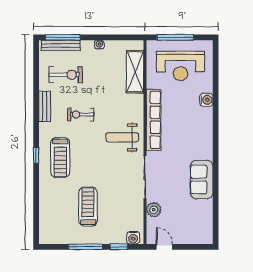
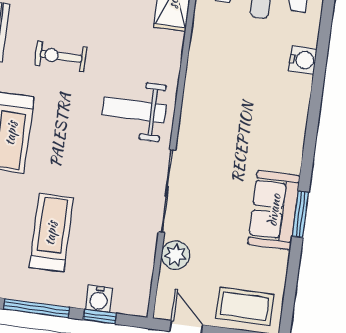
row of seats: (154, 120) -> (198, 85), removed
window: (216, 180) -> (300, 214), added
coffee table: (193, 231) -> (245, 306), added
water cooler: (133, 238) -> (99, 299), moved

